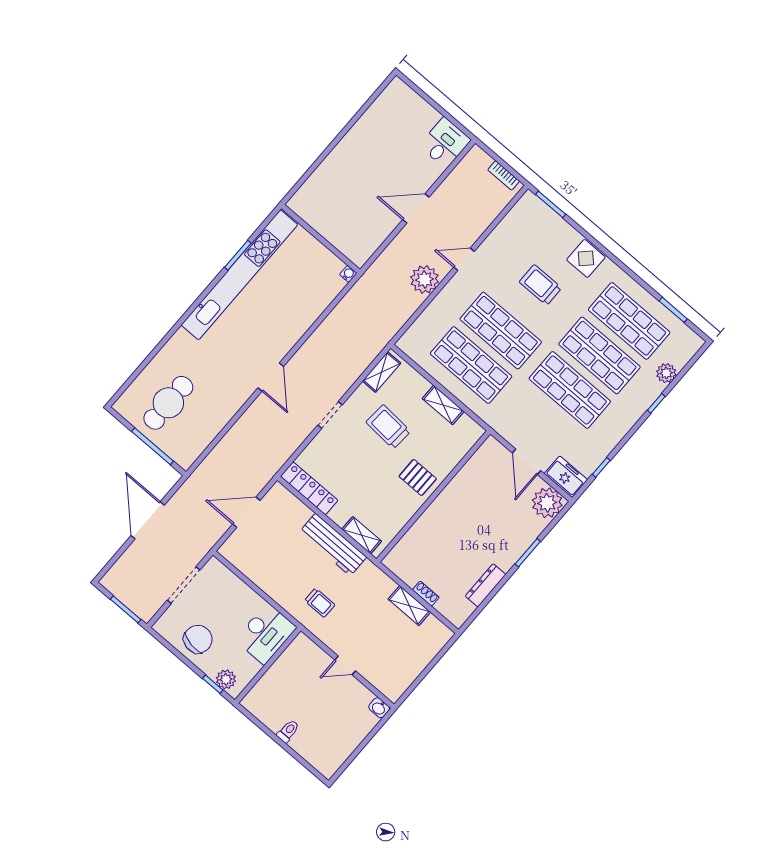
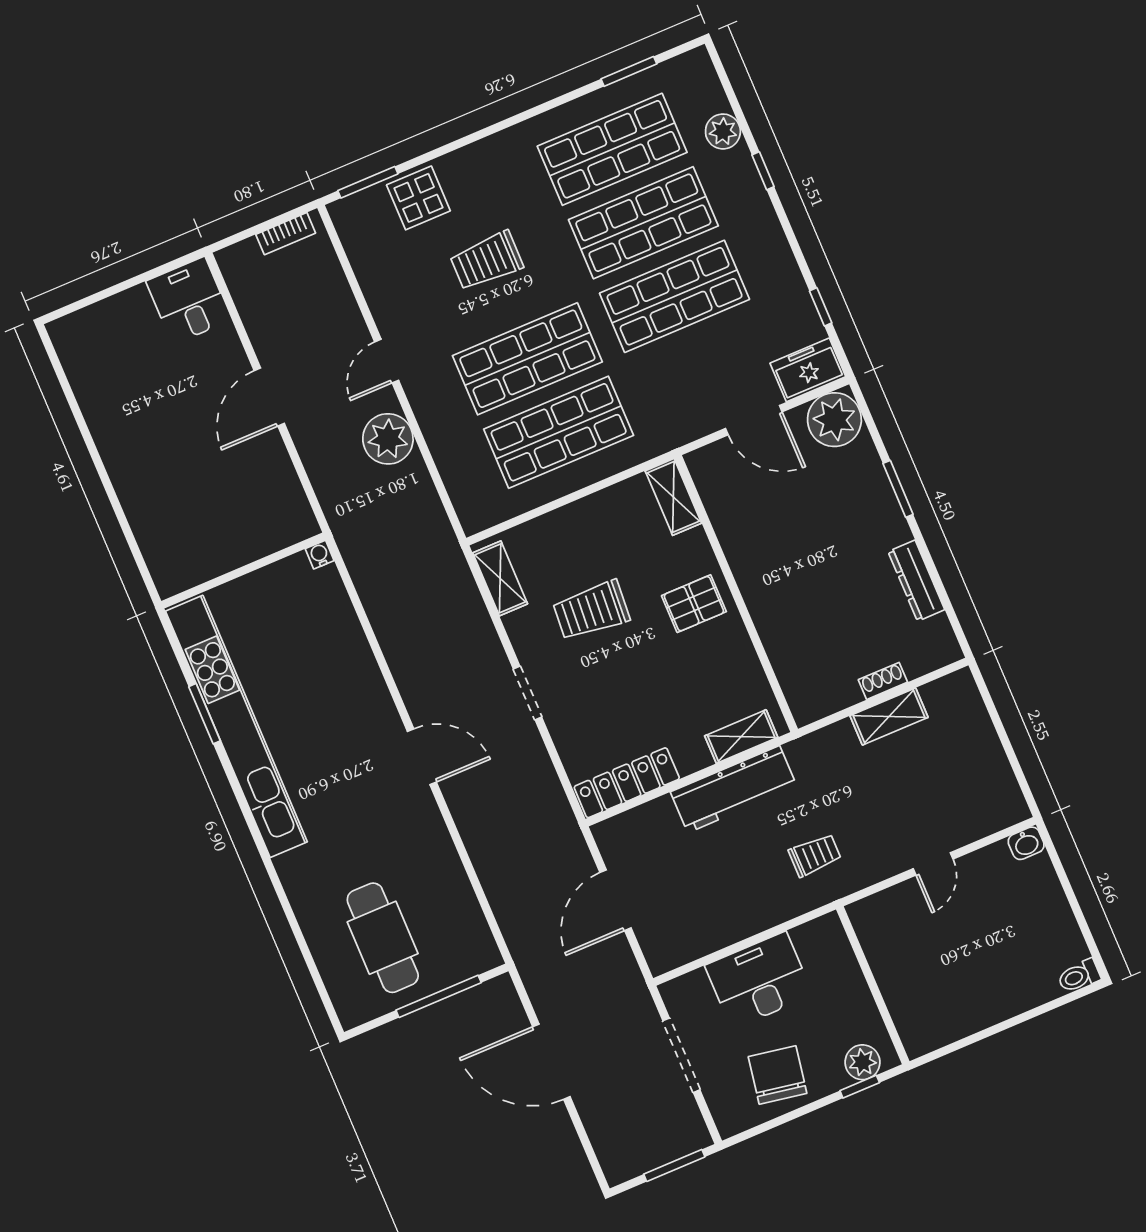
display table: (586, 258) -> (418, 198), moved
shelving: (443, 405) -> (673, 497), moved, turned 90
desk: (266, 634) -> (759, 980), moved, turned -90
toilet: (288, 731) -> (1079, 976), moved, turned -90

